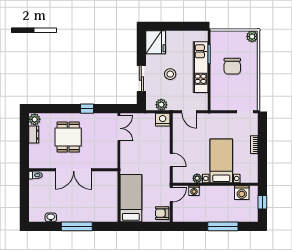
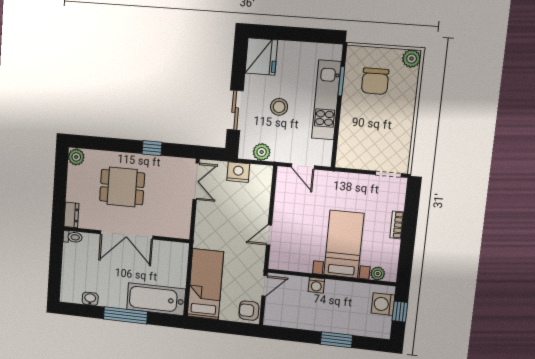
chair: (232, 66) -> (375, 81), moved
nightstand: (163, 120) -> (238, 172), moved
dresser: (34, 135) -> (71, 215), moved
dining table: (68, 137) -> (122, 187), turned 90
door: (171, 160) -> (269, 235), swing flipped
plant: (197, 178) -> (378, 274), moved
washing machine: (194, 191) -> (316, 285), moved
washing machine: (242, 193) -> (383, 304), moved, turned 90
bathtub: (97, 212) -> (156, 299), added
window: (223, 226) -> (337, 340), width x0.69

